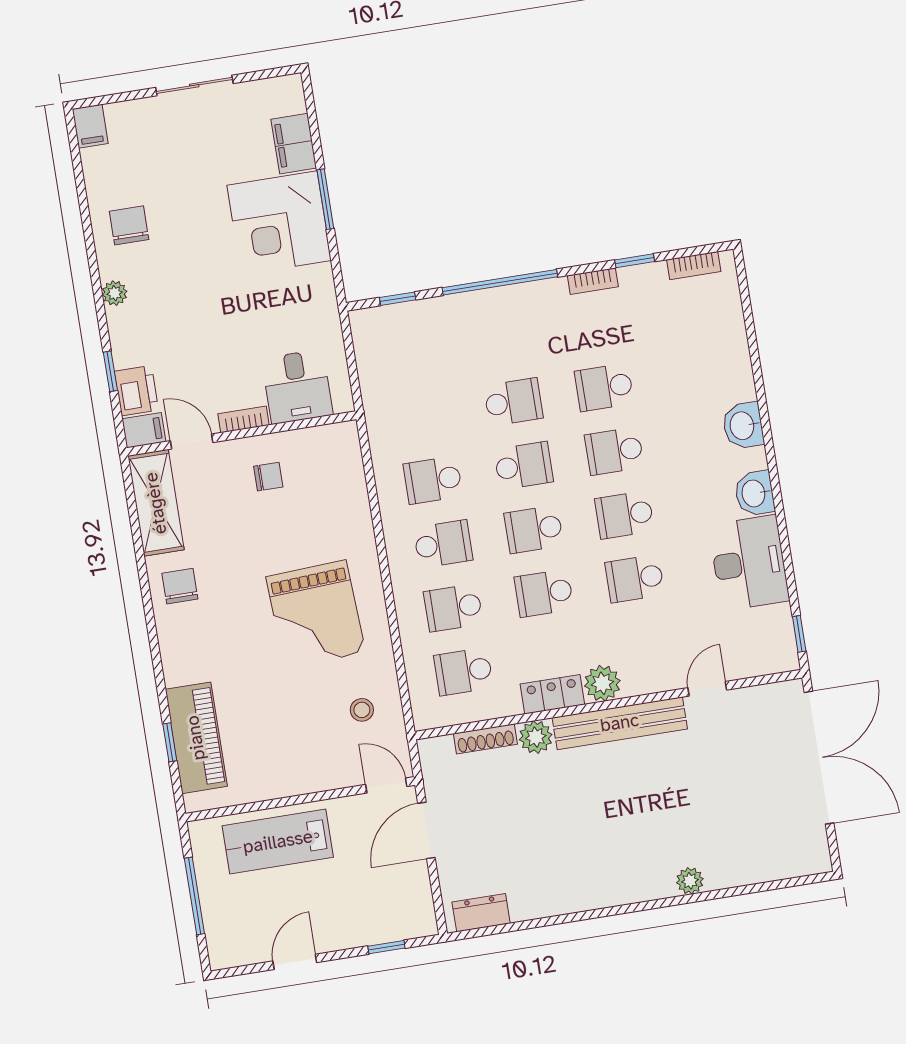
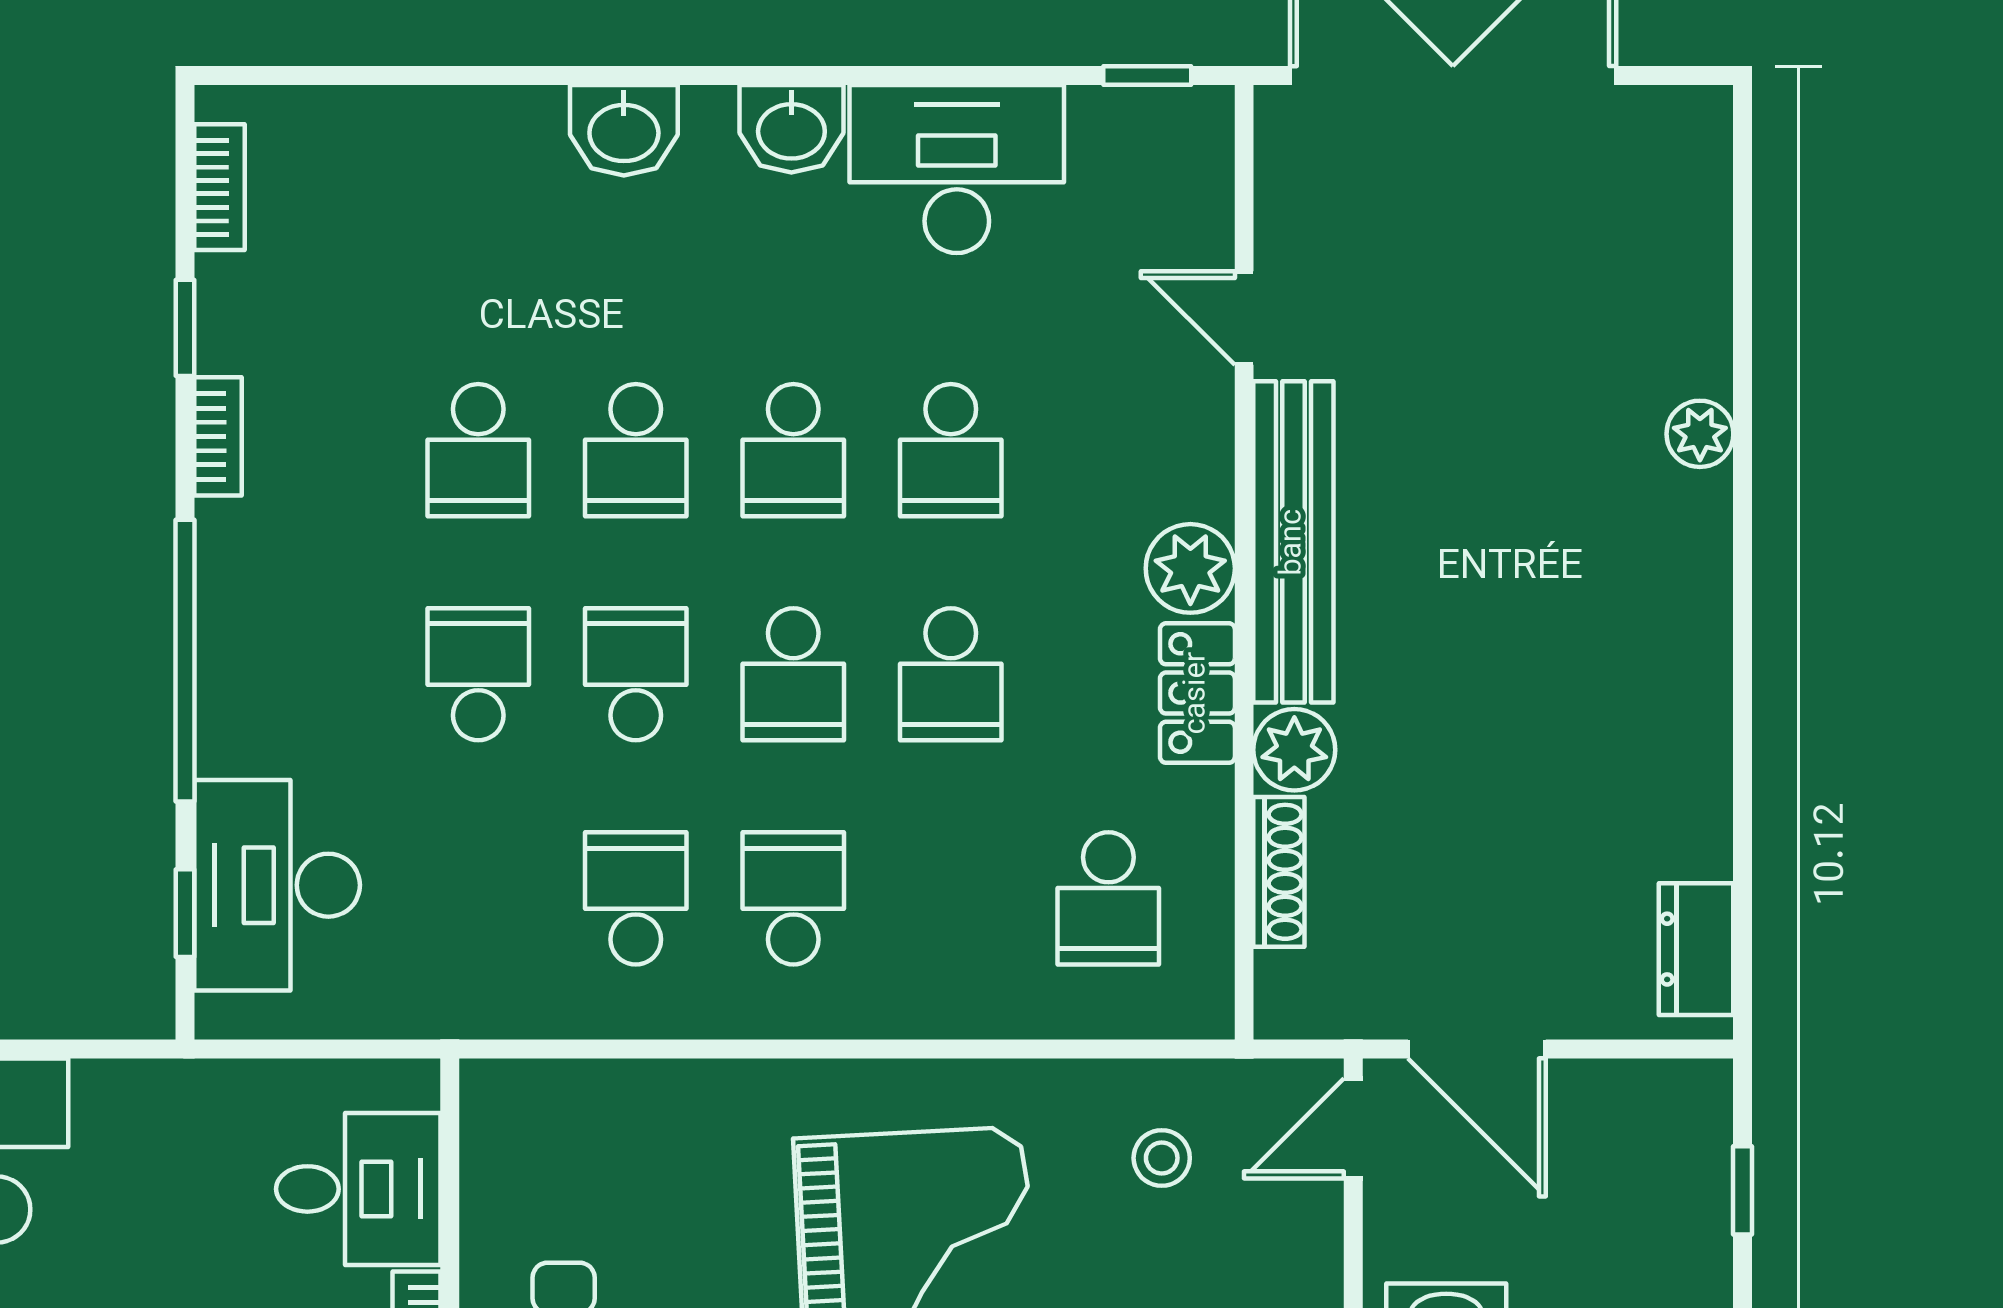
desk: (415, 334) -> (277, 885), added
school desk: (433, 480) -> (636, 898), turned 180
school desk: (453, 608) -> (951, 898), removed

